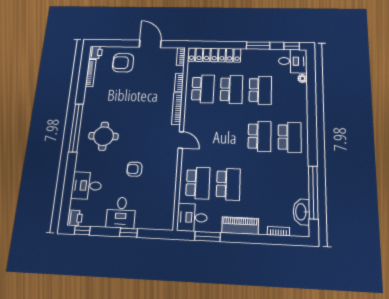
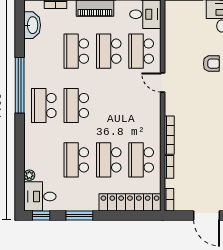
door: (181, 140) -> (163, 83), moved
school desk: (259, 185) -> (76, 51), added
window: (313, 192) -> (20, 85), moved

